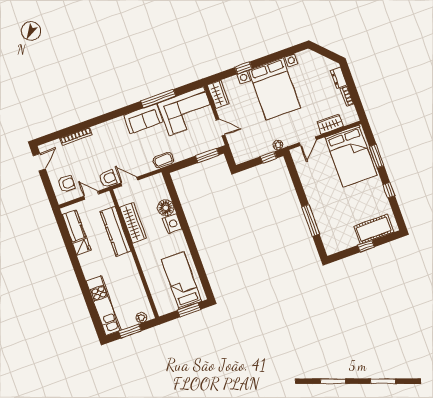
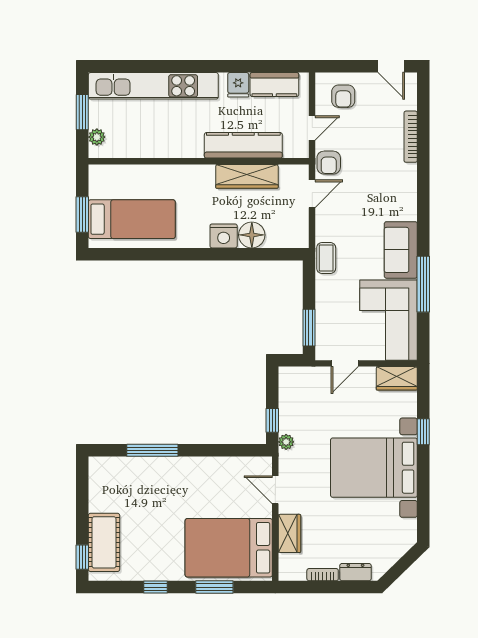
window: (366, 246) -> (82, 557), moved
kitchen unit: (104, 306) -> (153, 86), width x1.36

